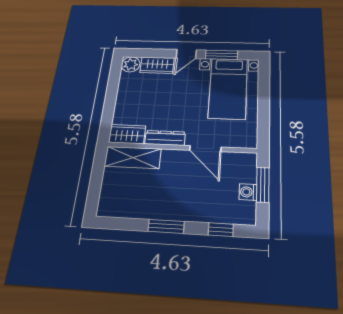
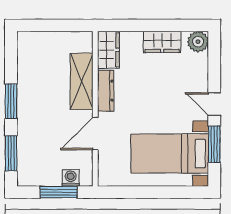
wardrobe: (157, 65) -> (162, 42), moved, turned -90
shelving: (133, 157) -> (82, 81), moved
washing machine: (248, 192) -> (71, 178), moved
window: (221, 230) -> (11, 153), width x1.50

